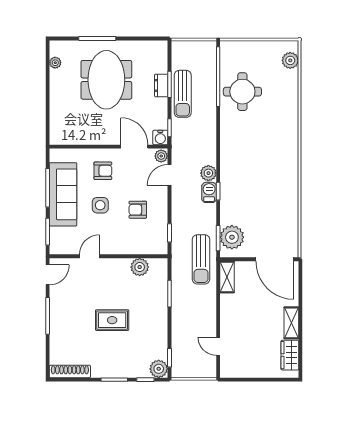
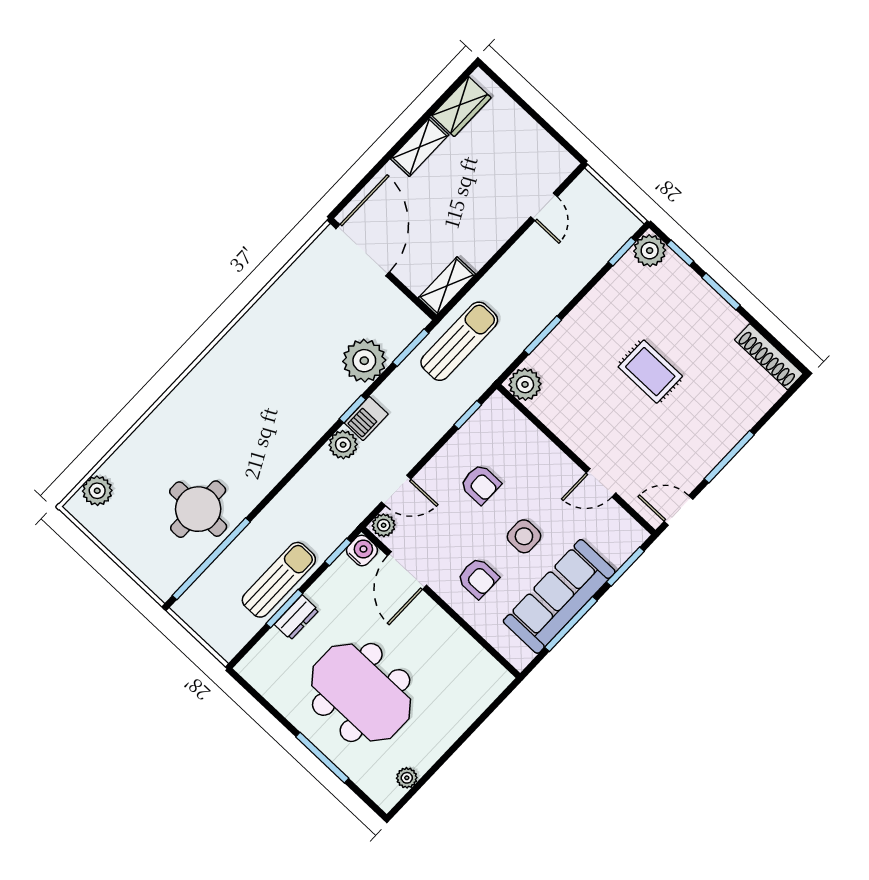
meeting table: (106, 80) -> (361, 692), turned 90
armchair: (103, 171) -> (478, 578), turned 180
plant: (232, 237) -> (364, 361), moved
plant: (140, 267) -> (525, 384), moved

